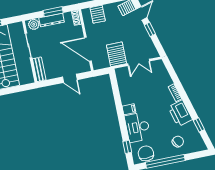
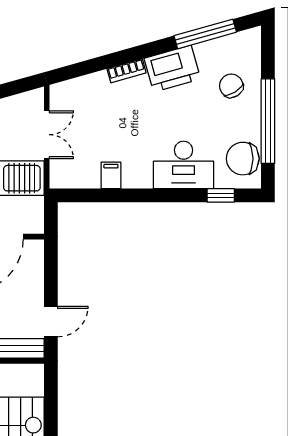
door: (70, 78) -> (51, 322), moved
filing cabinet: (129, 109) -> (111, 175), moved
window: (199, 125) -> (205, 34), width x2.17

